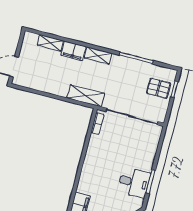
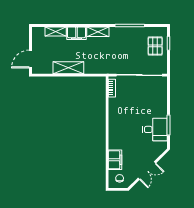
pallet: (159, 88) -> (155, 46), turned 90
shelving: (86, 96) -> (68, 68), moved

